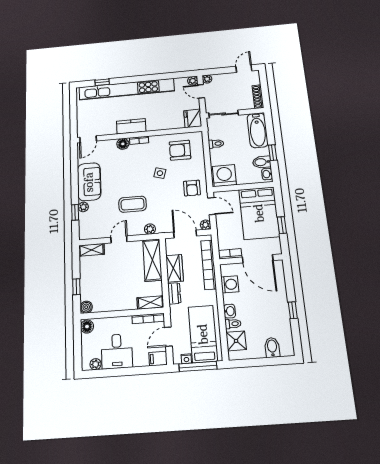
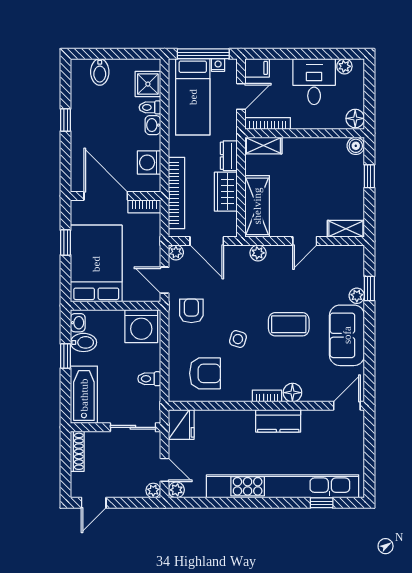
coffee table: (133, 204) -> (289, 324), moved

